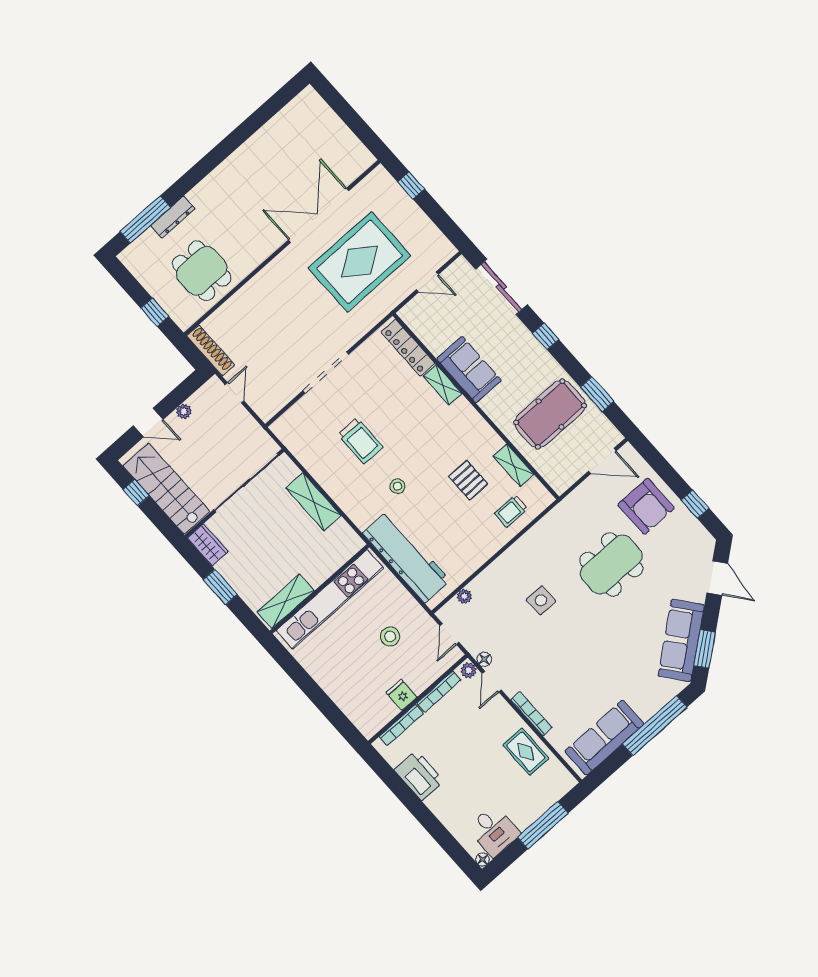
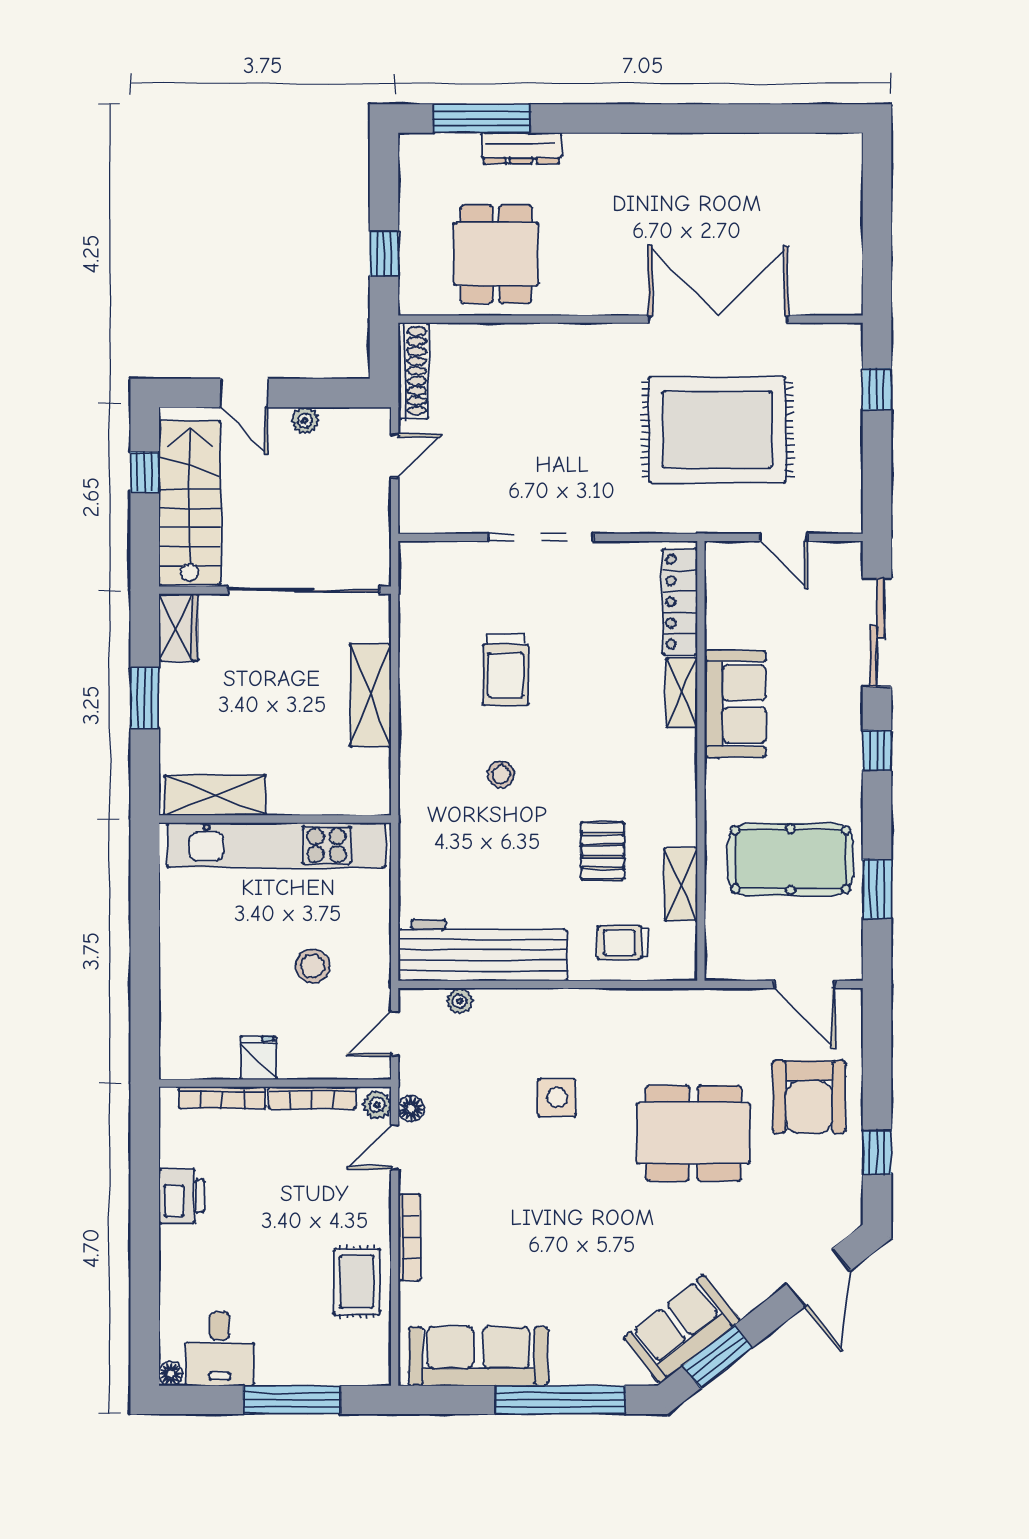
workbench: (406, 557) -> (483, 950), moved, turned -90
sofa: (681, 640) -> (682, 1329), width x0.73
printer: (419, 775) -> (181, 1196), width x0.73, depth x0.84

